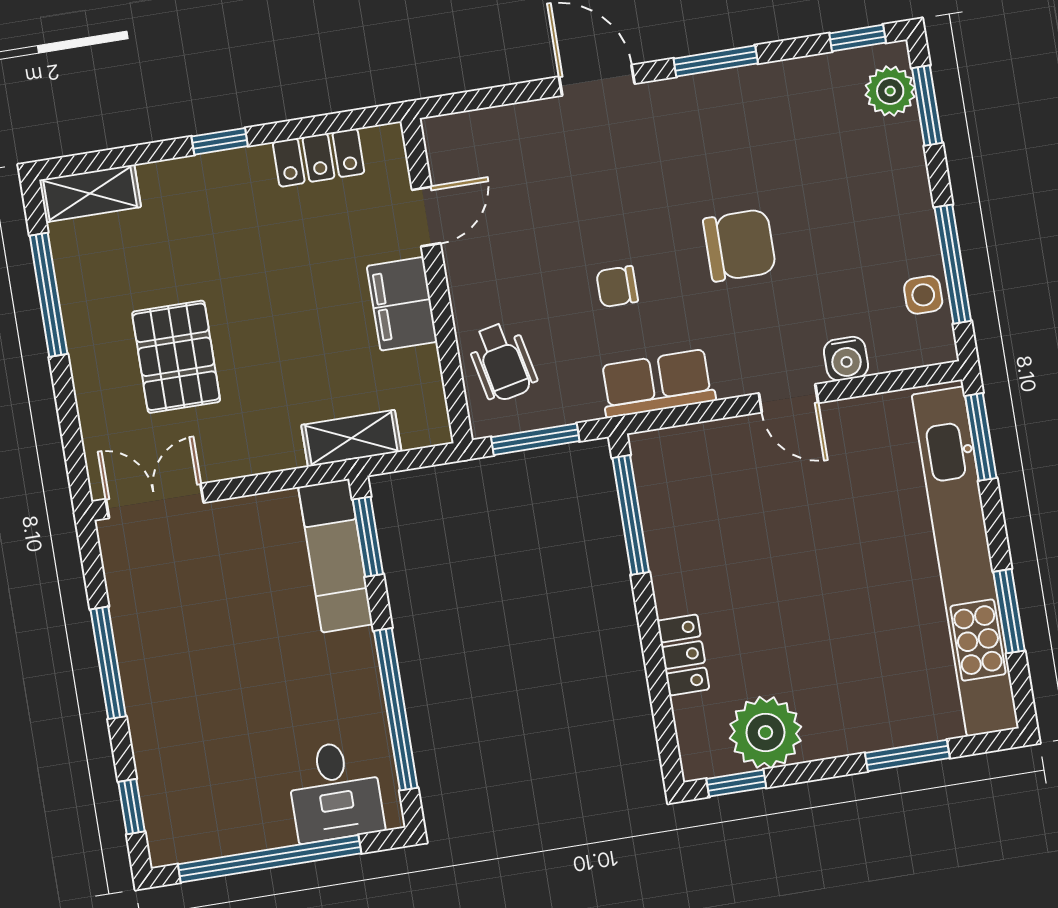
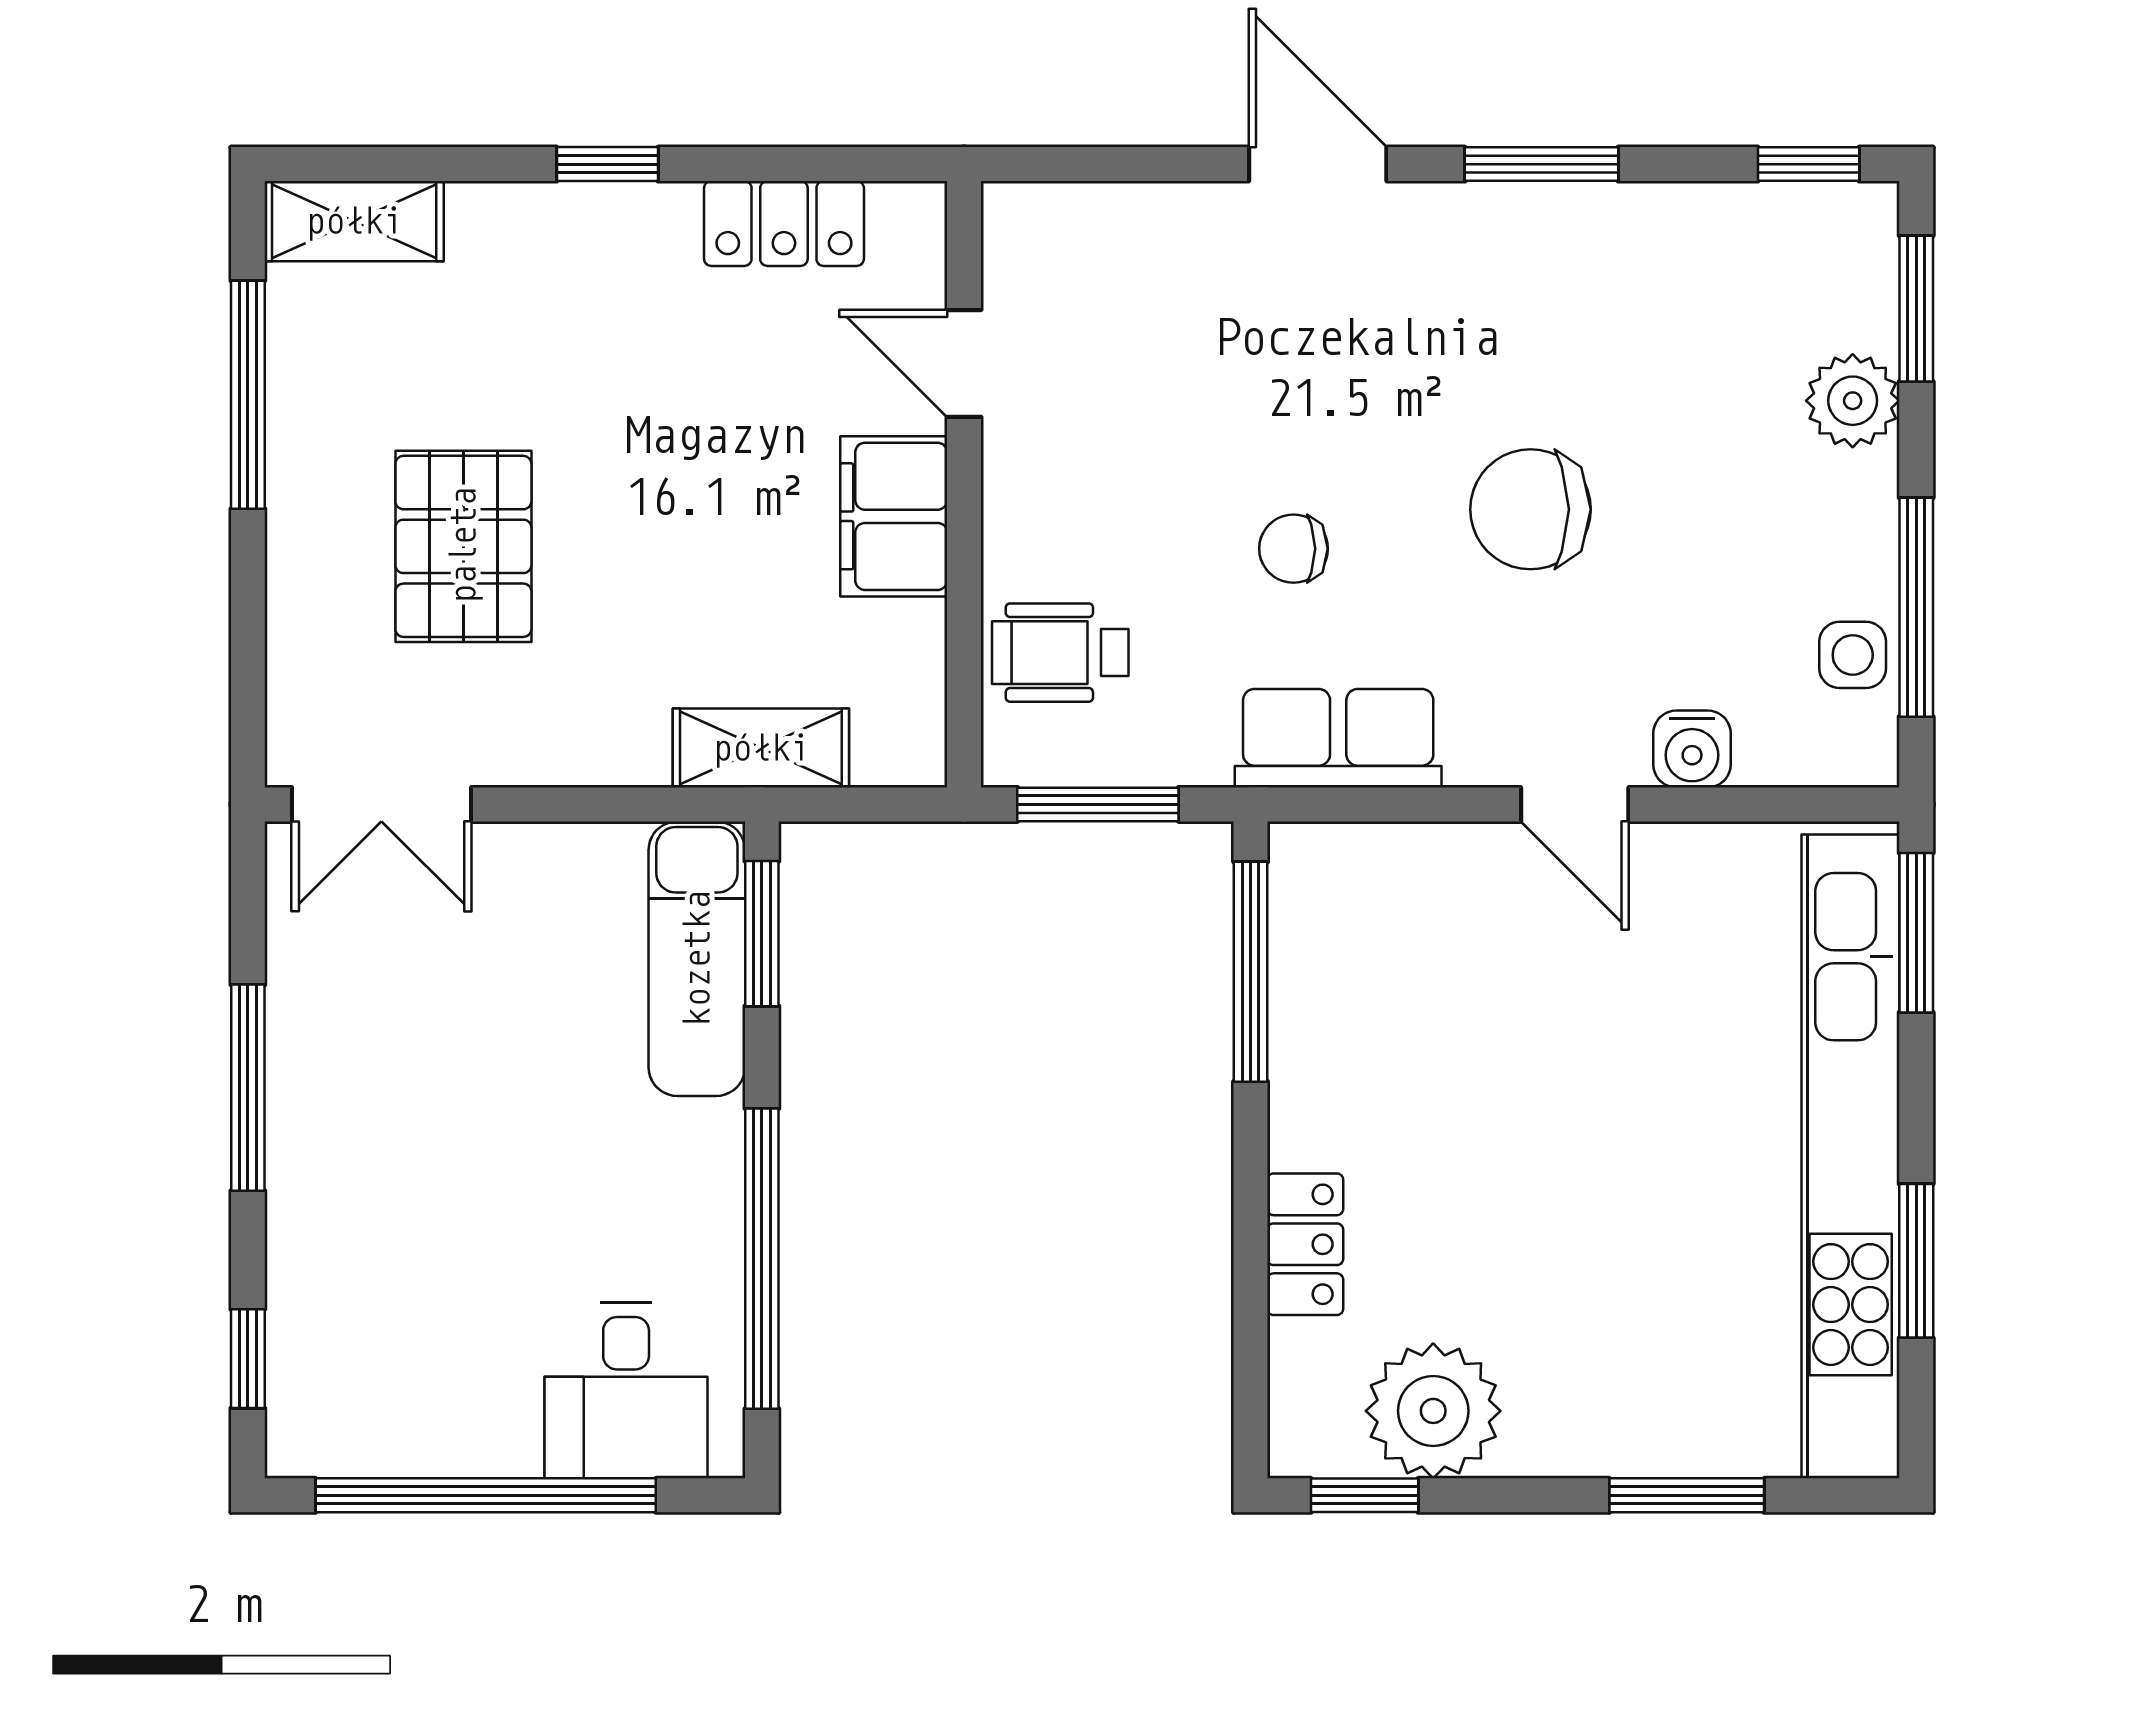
plant: (890, 91) -> (1853, 401), moved
door: (426, 217) -> (964, 363), swing flipped
chair: (740, 245) -> (1531, 509), turned 180
wheelchair: (502, 362) -> (1060, 653), turned 102
double door: (155, 501) -> (381, 804), swing flipped

